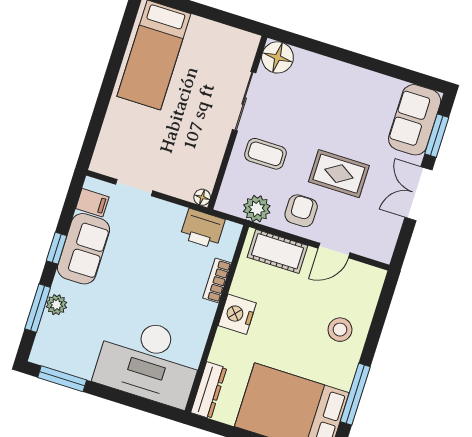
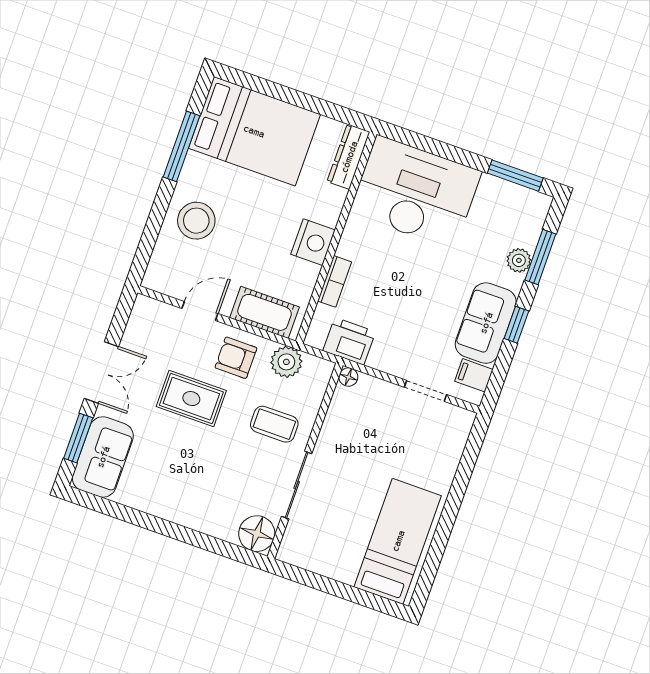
armchair: (301, 211) -> (236, 358), turned 90
stool: (340, 330) -> (196, 221), width x1.38, depth x1.38

